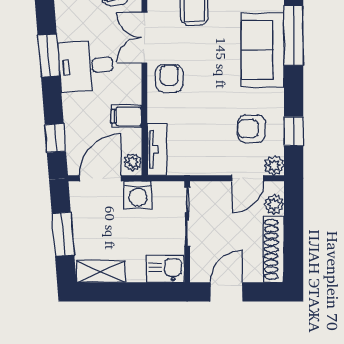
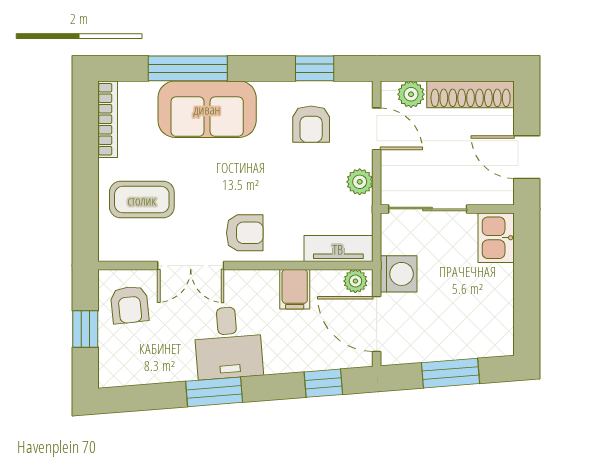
armchair: (169, 78) -> (245, 233), turned 180
plant: (274, 165) -> (360, 182), moved
shelving: (101, 271) -> (500, 323), removed

